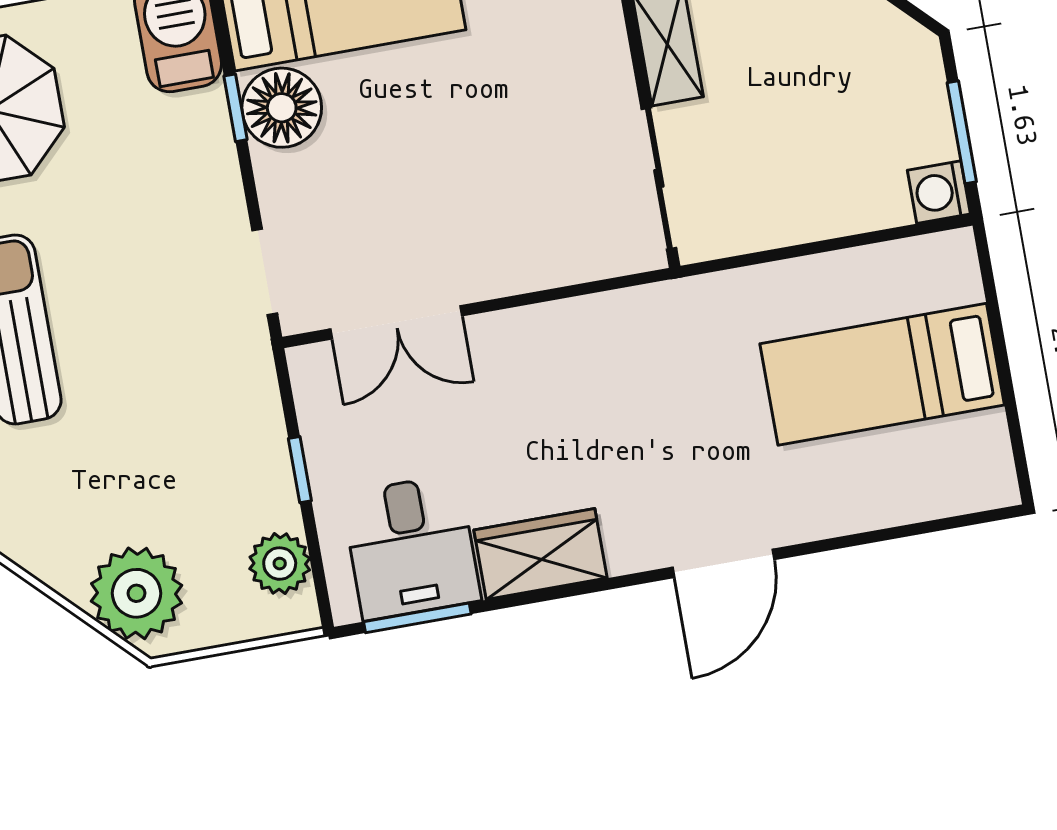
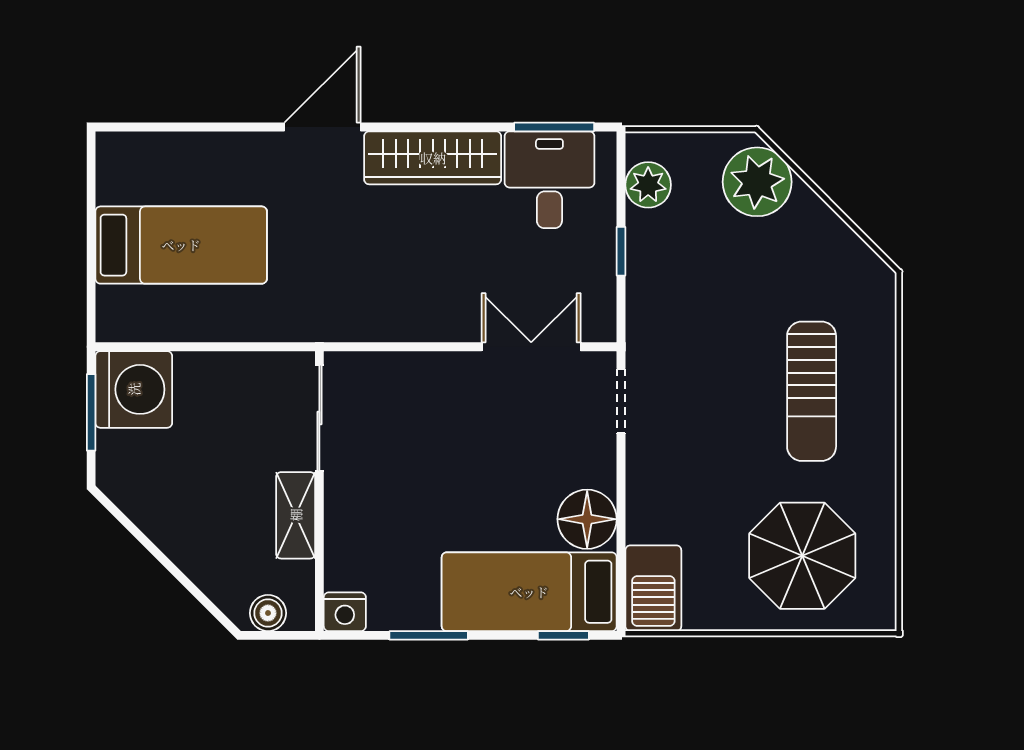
window: (235, 108) -> (621, 525), removed
washing machine: (939, 192) -> (134, 389), width x1.89, depth x1.89
wardrobe: (541, 554) -> (433, 158), width x1.50

